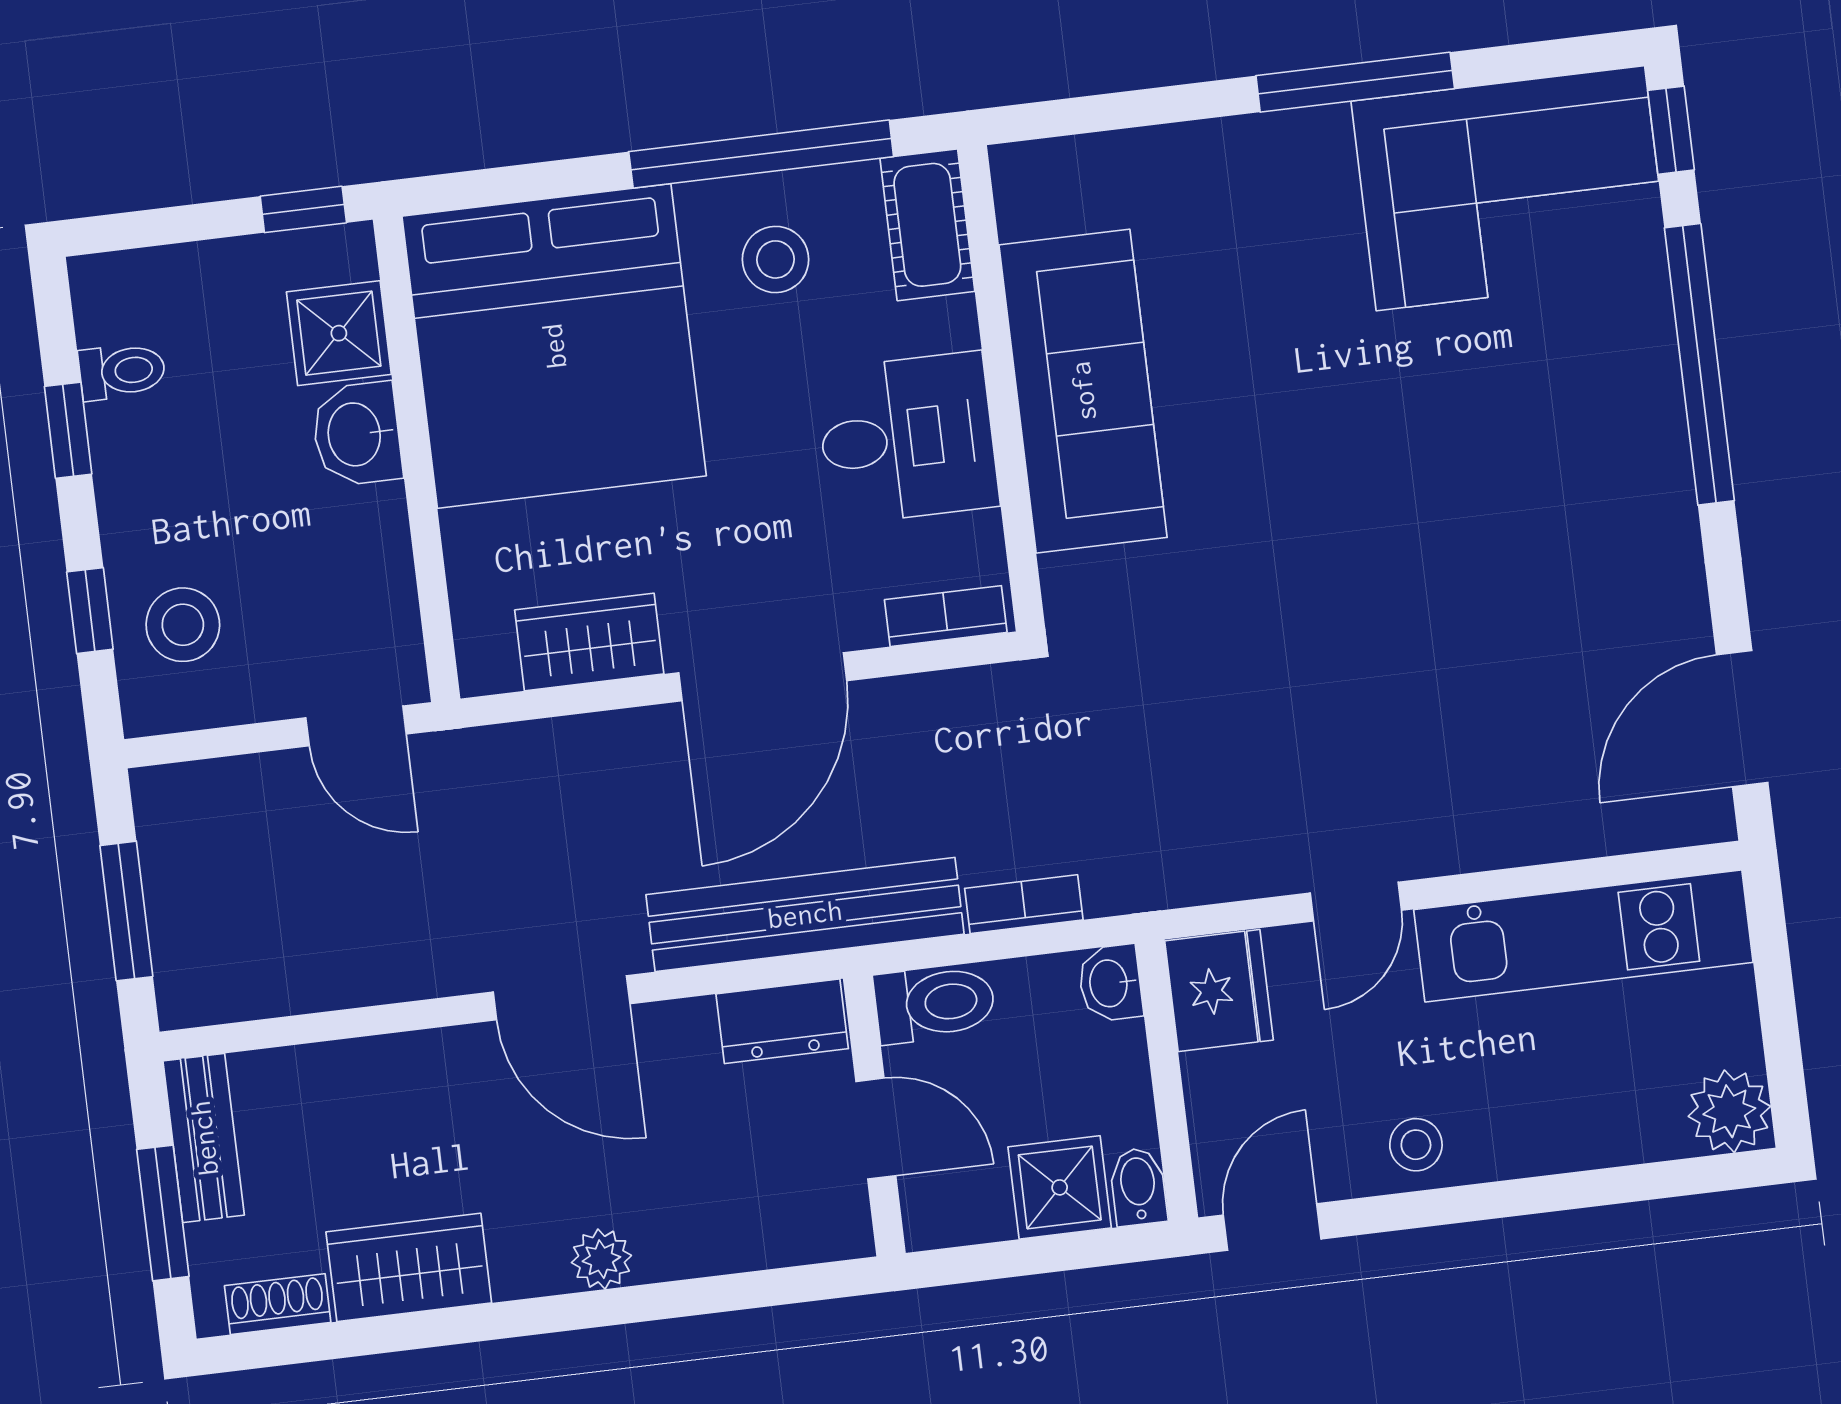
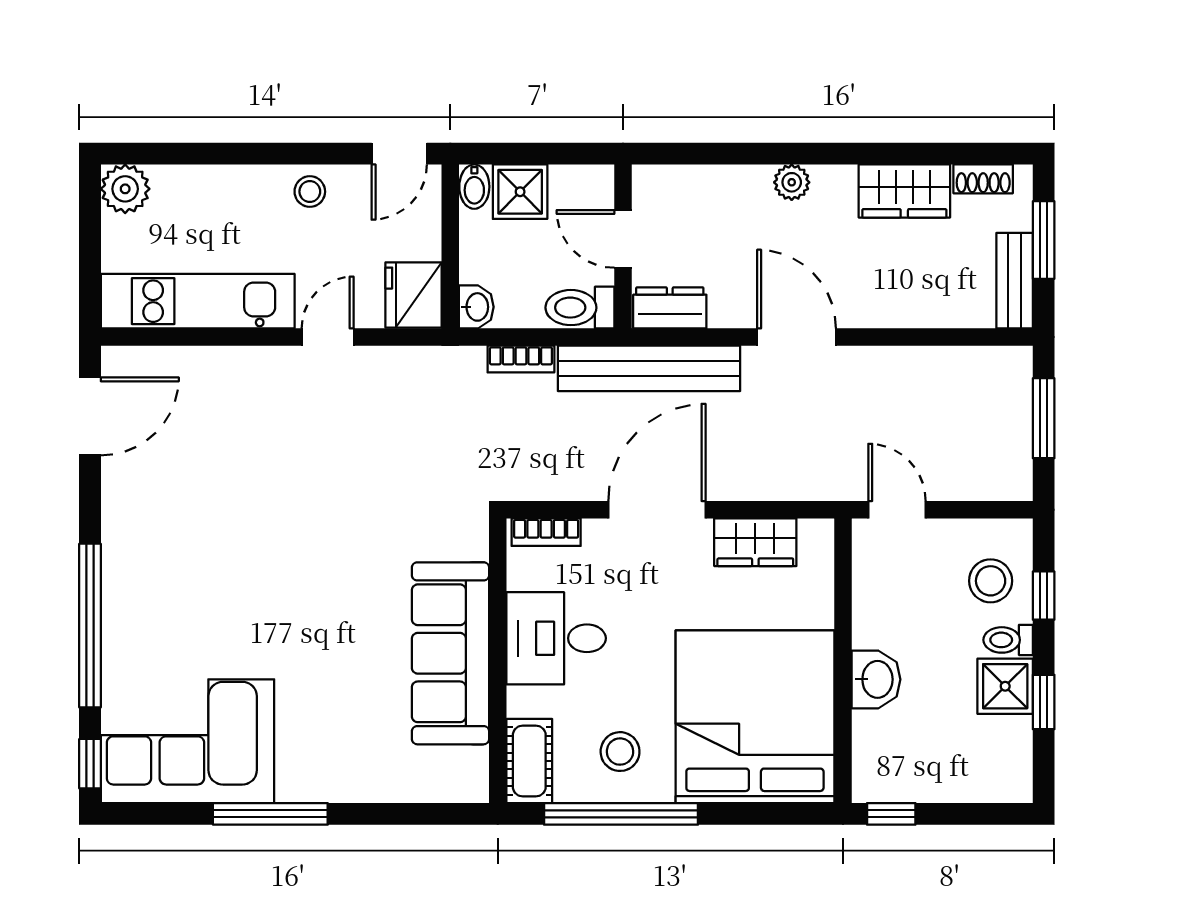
shower: (339, 333) -> (1005, 686), moved
toilet: (122, 371) -> (1008, 640), moved

